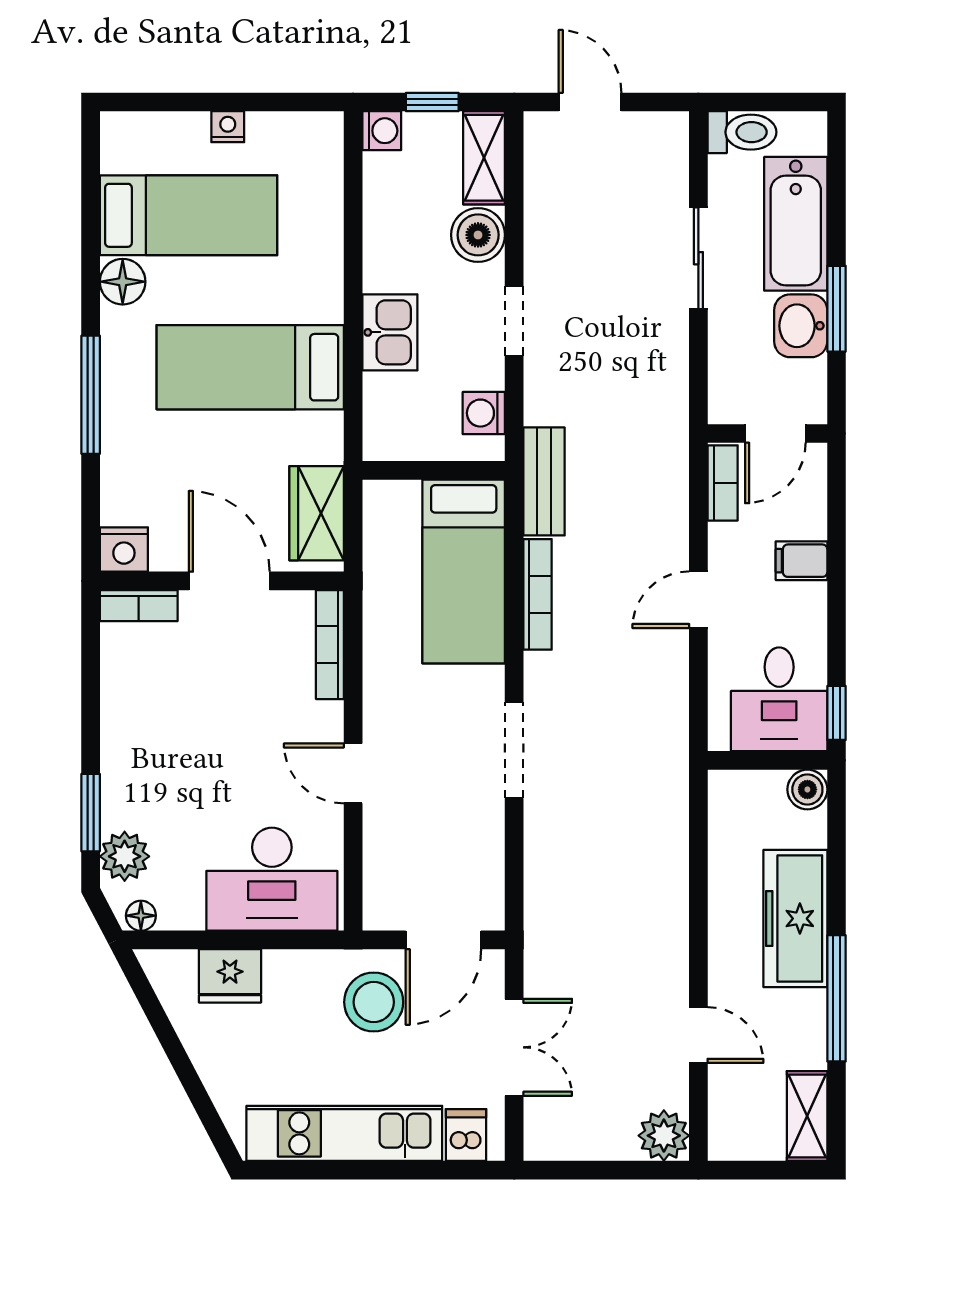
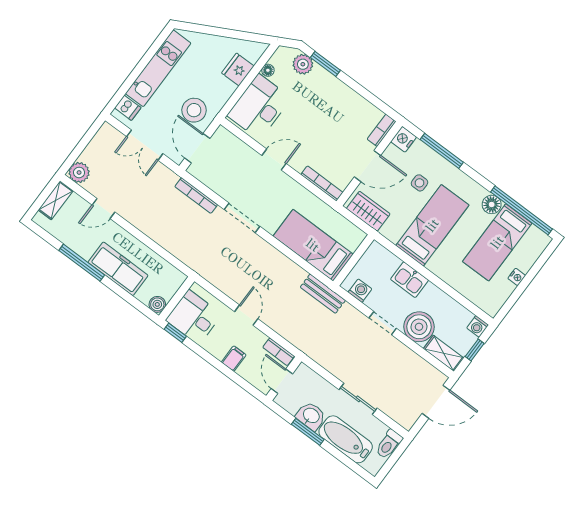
door: (590, 102) -> (436, 402), width x1.38
window: (91, 215) -> (521, 210), added
boiler: (478, 235) -> (419, 327), width x1.37, depth x1.37
window: (91, 395) -> (442, 151), moved
side table: (186, 454) -> (419, 183), added
bookcase: (538, 594) -> (196, 196), moved
floor lamp: (141, 916) -> (268, 70), moved
shelving: (807, 1116) -> (56, 200), moved, turned 90

